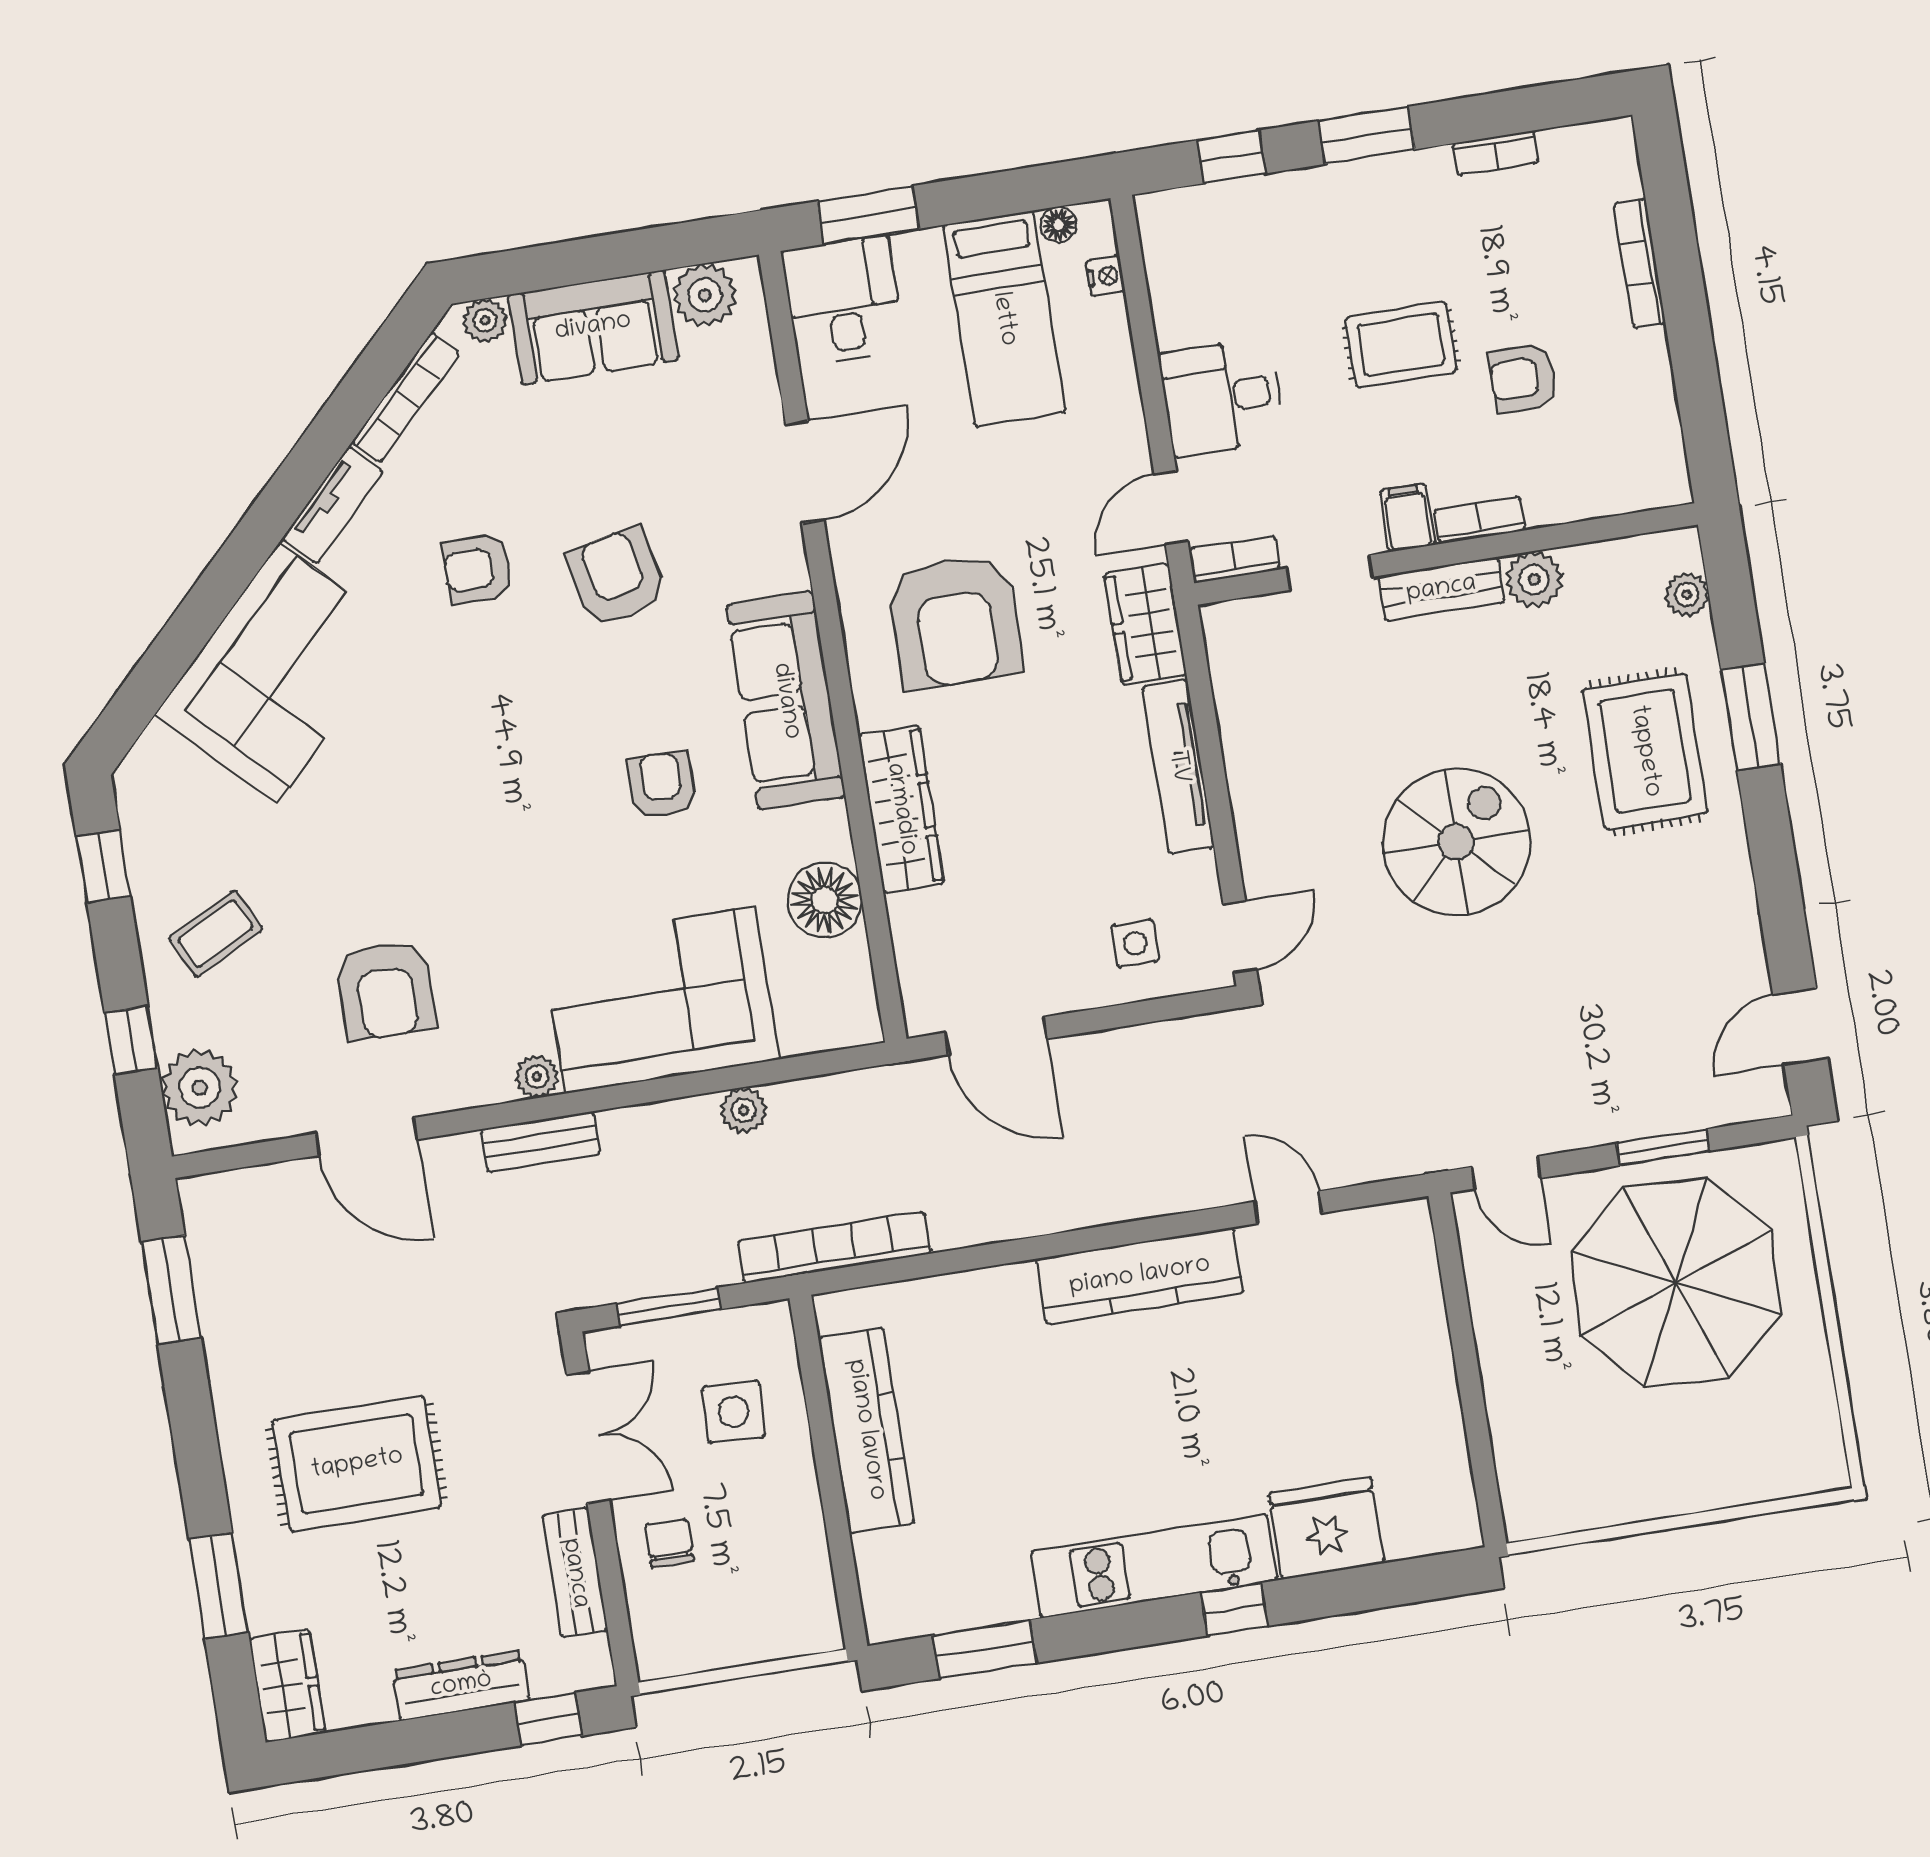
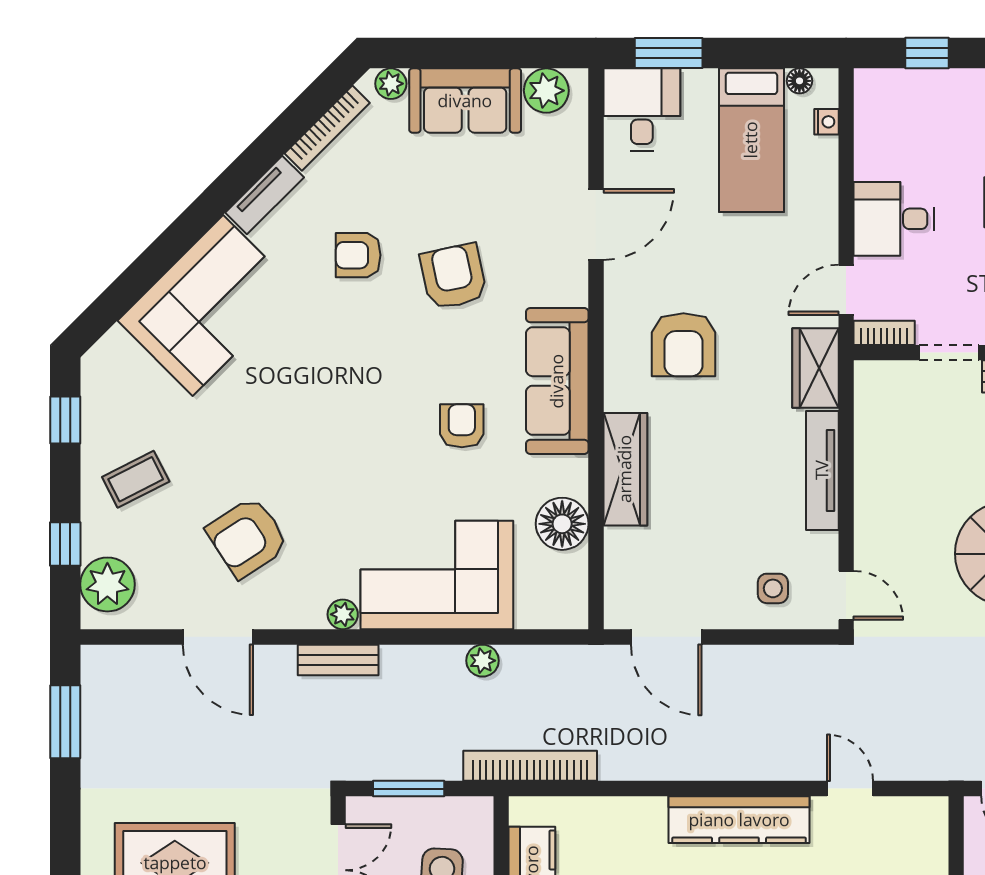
armchair: (955, 621) -> (683, 345), width x0.73, depth x0.73
door: (1240, 937) -> (846, 595), hinge flipped
armchair: (386, 990) -> (247, 537), turned 57

